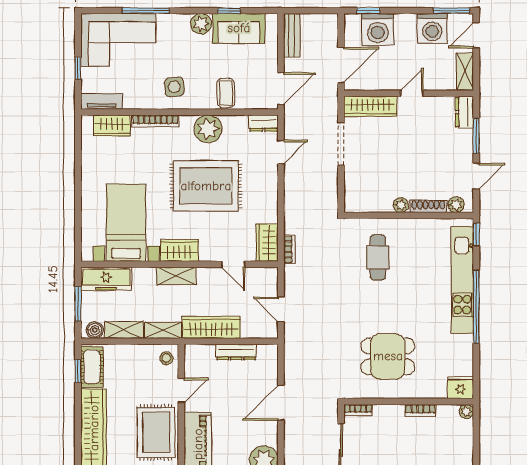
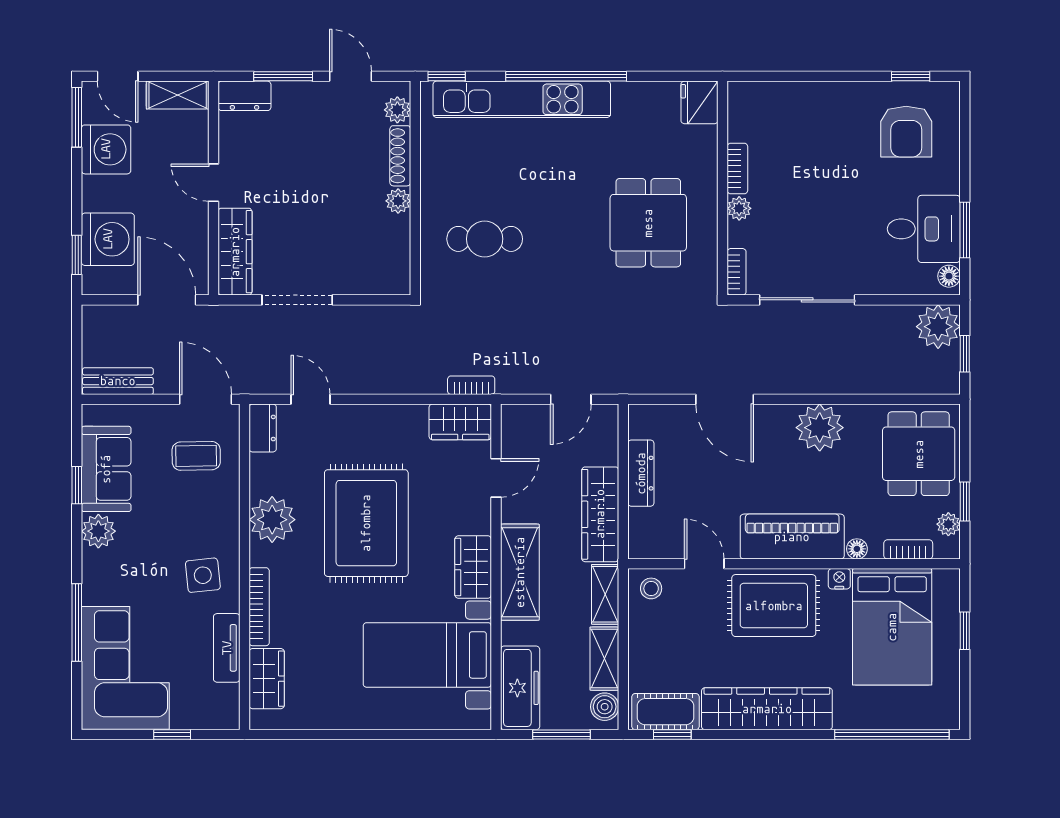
coffee table: (226, 93) -> (196, 456), moved
tv unit: (102, 101) -> (227, 648), moved
shelving: (176, 276) -> (520, 572), width x1.50, depth x1.33
plant: (466, 411) -> (739, 208), moved

